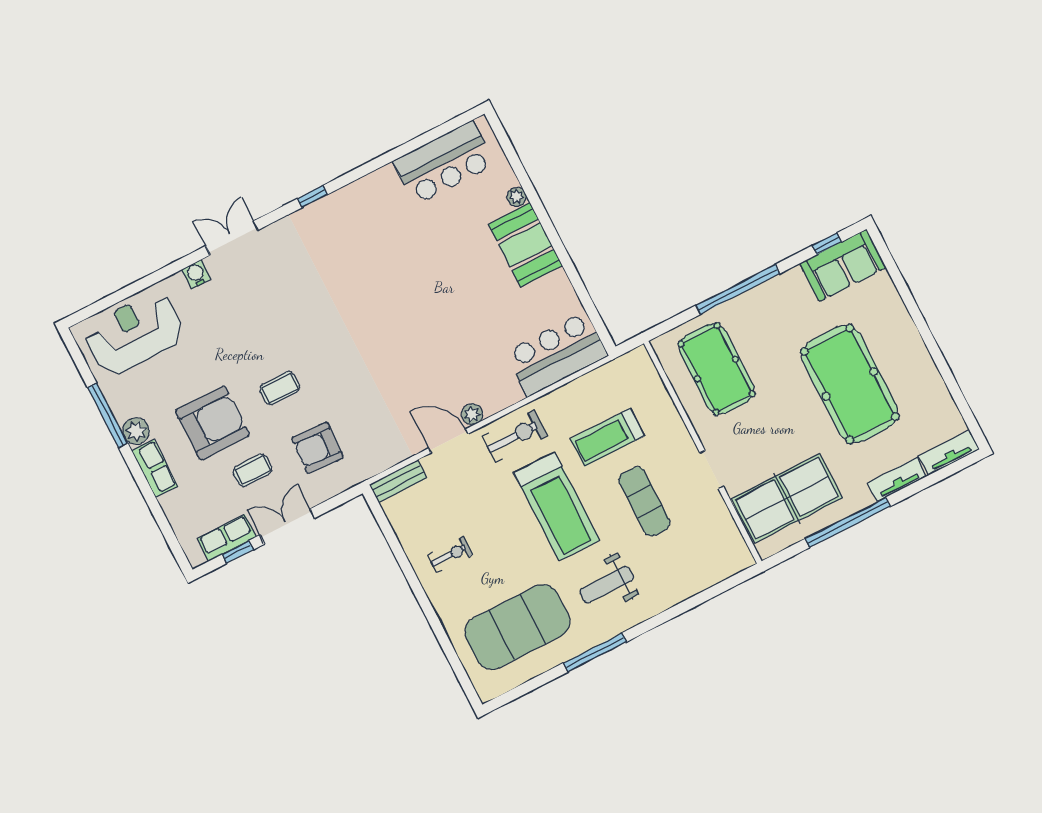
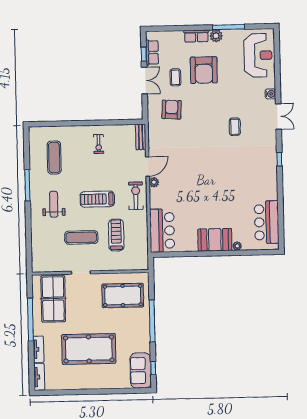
coffee table: (280, 388) -> (235, 127), moved
exercise bike: (515, 436) -> (136, 196), turned 180
treadmill: (557, 507) -> (97, 199), width x0.73, depth x0.73
exercise mat: (517, 627) -> (54, 157), width x0.50, depth x0.69

